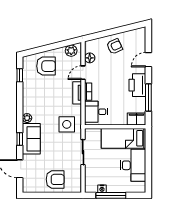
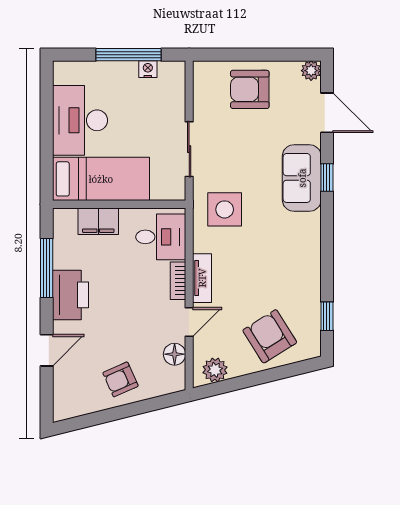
armchair: (46, 66) -> (270, 336), turned 58
plant: (27, 118) -> (311, 71), moved
filing cabinet: (136, 119) -> (98, 221), moved

